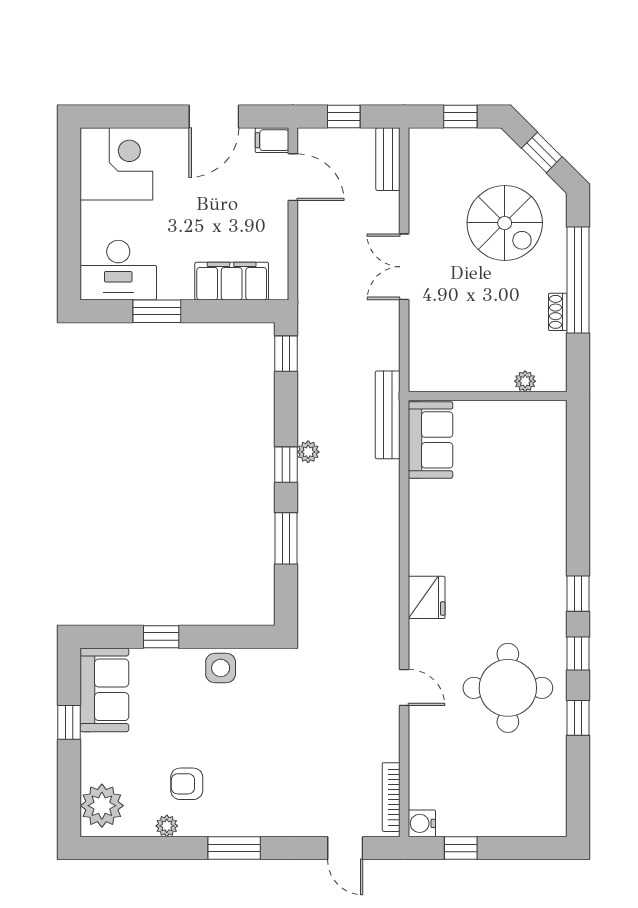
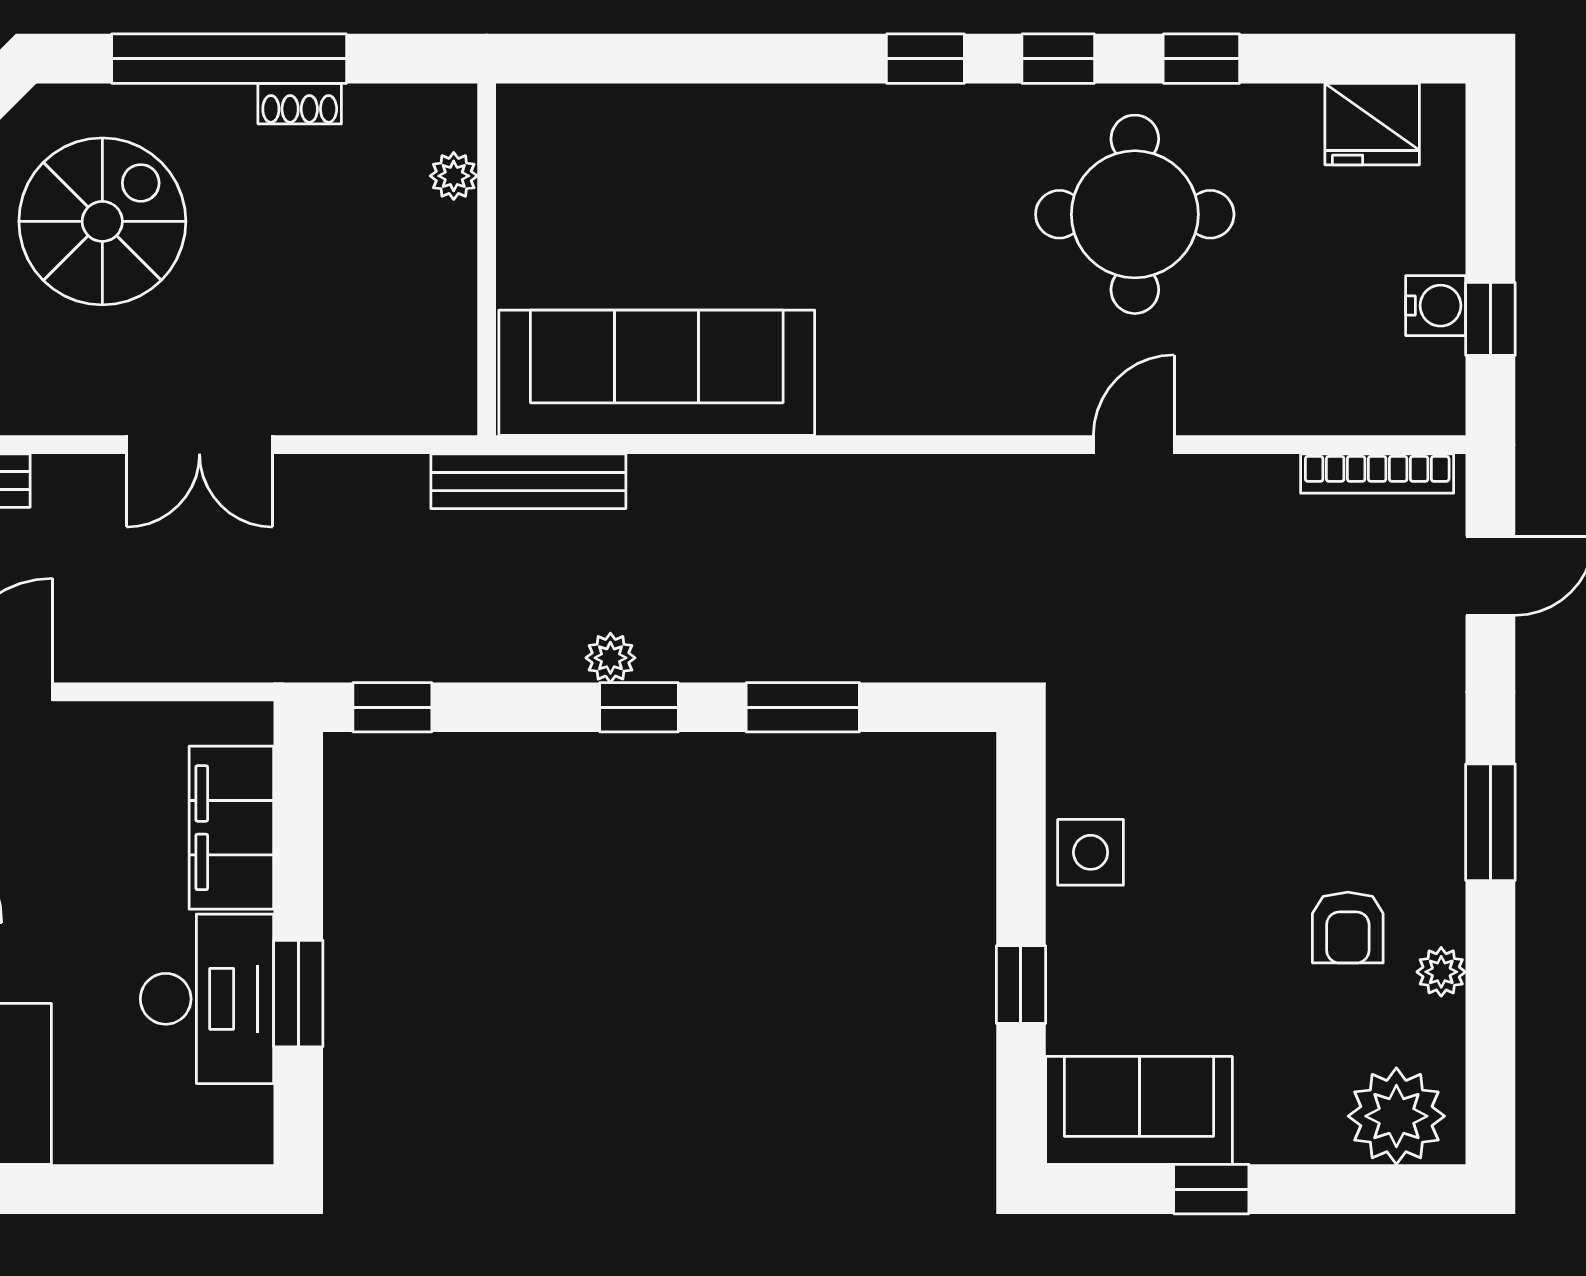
desk: (118, 270) -> (207, 999), moved
sofa: (431, 440) -> (657, 373), width x1.85, depth x1.27
fridge: (427, 597) -> (1372, 124), moved, turned 180
water cooler: (422, 823) -> (1436, 306), moved, turned -90

